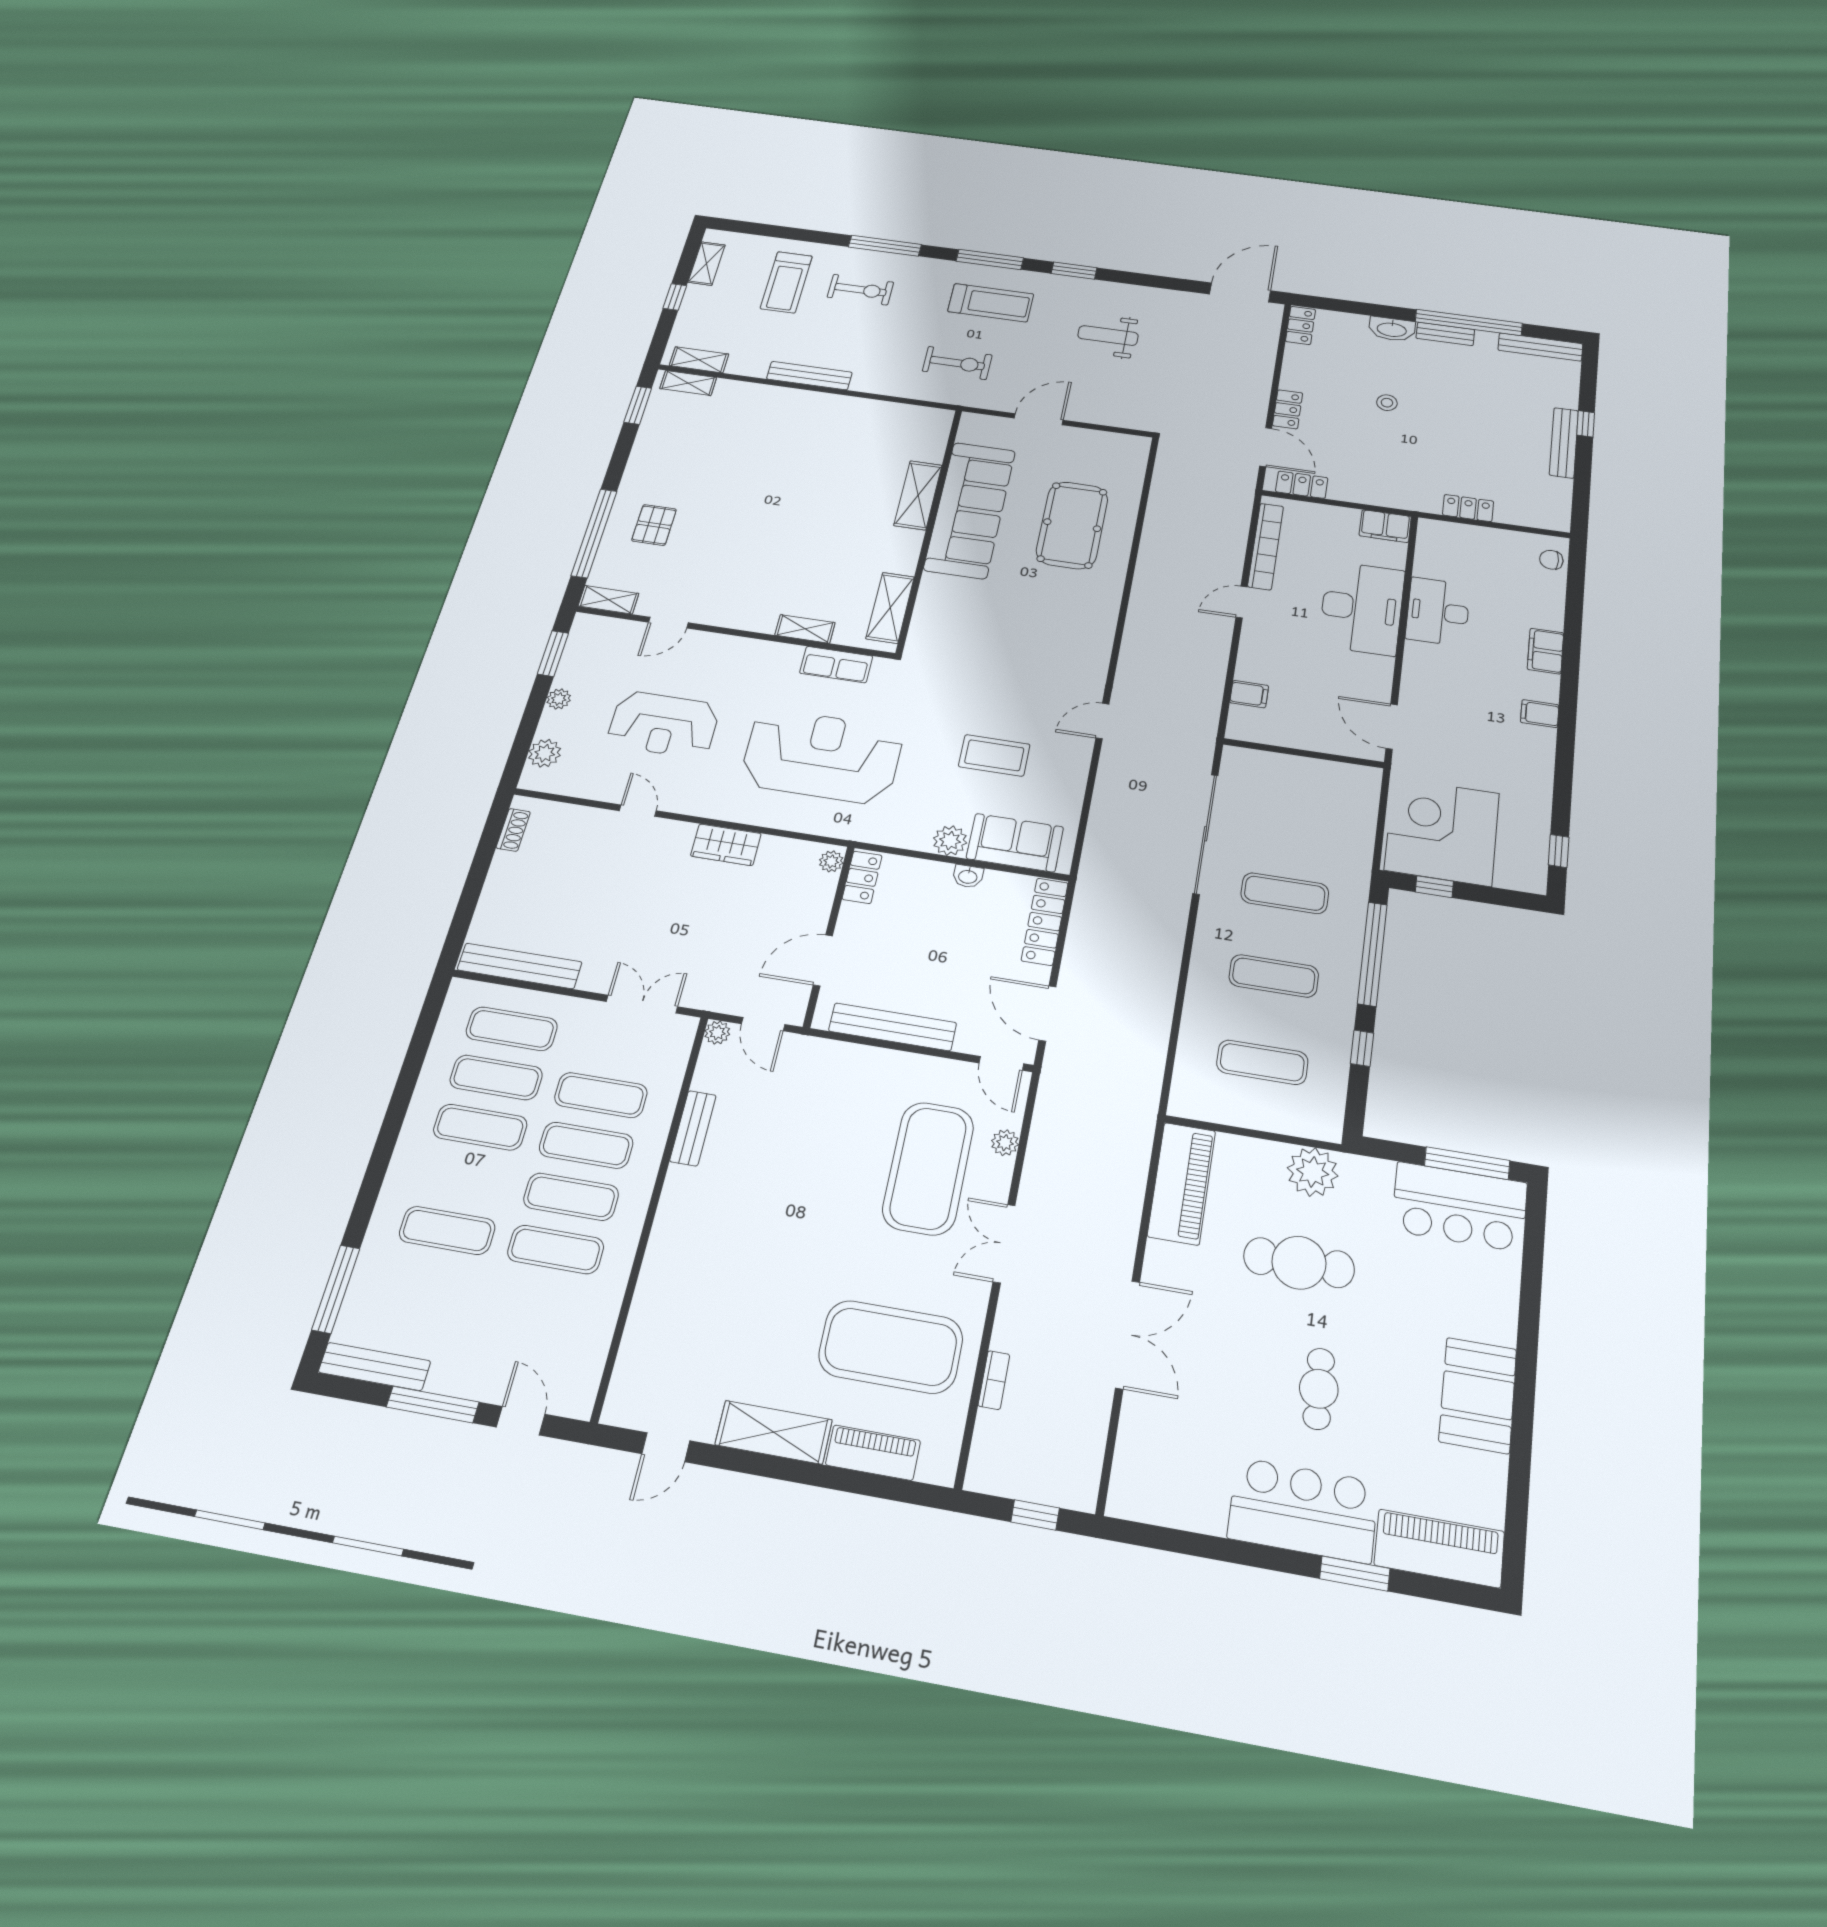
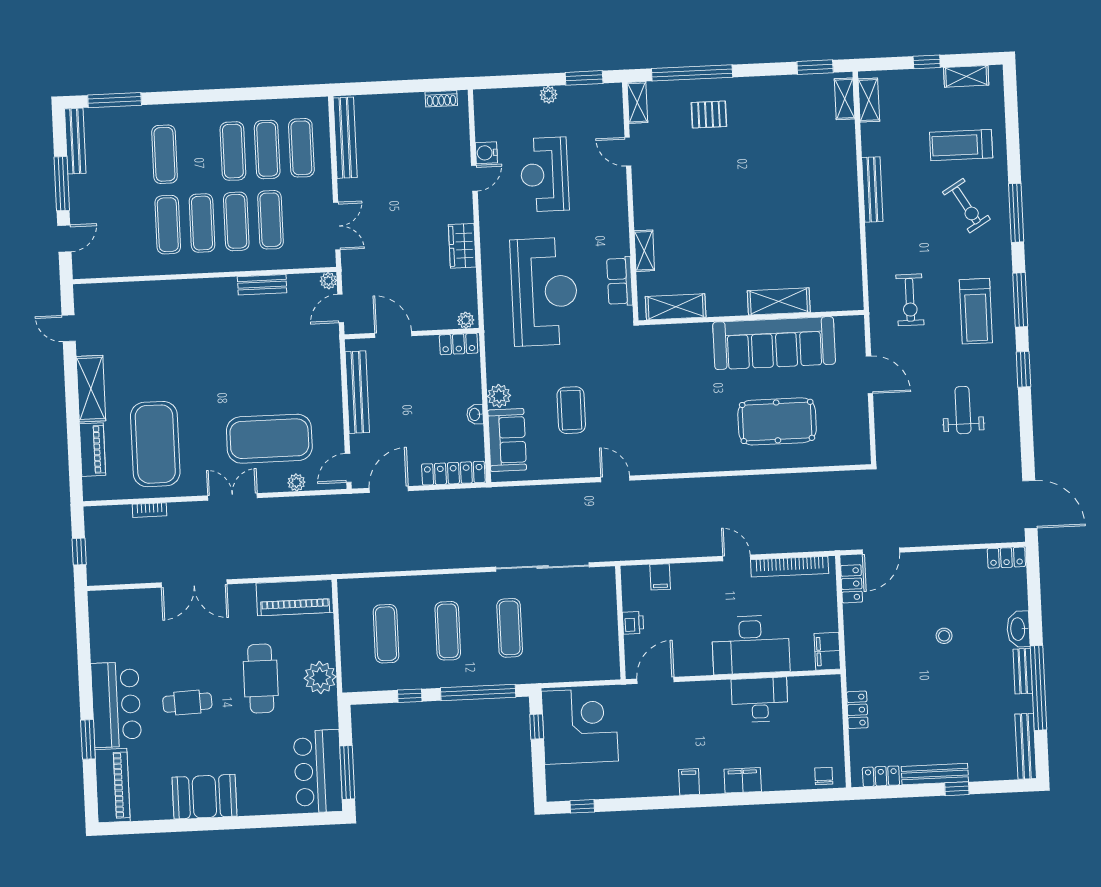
exercise bike: (860, 290) -> (966, 206), turned -31
locker: (1288, 409) -> (881, 776), moved, turned 180
printer: (1306, 738) -> (633, 623), added
plant: (545, 753) -> (504, 100), removed
water cooler: (608, 789) -> (486, 153), added

